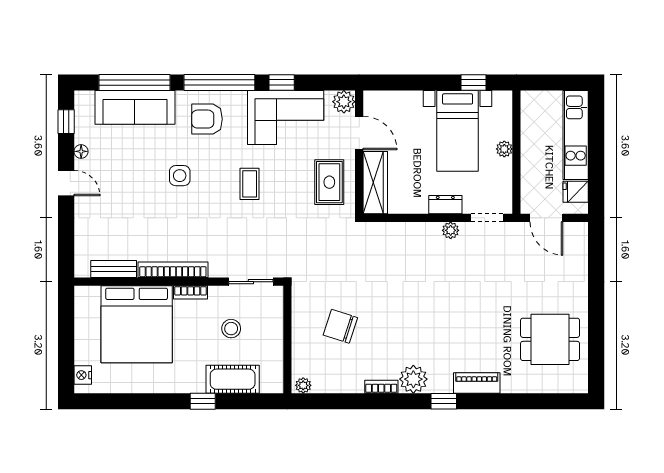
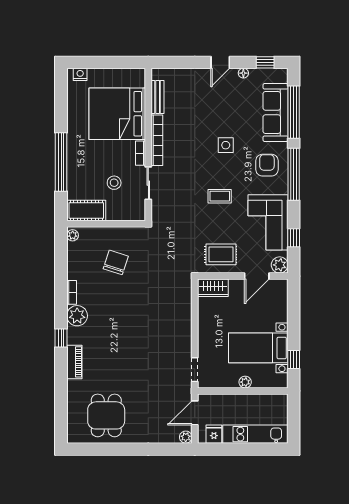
window: (282, 82) -> (294, 238), moved
wardrobe: (375, 183) -> (213, 288), width x0.67
dresser: (445, 205) -> (204, 339), removed
plant: (451, 230) -> (186, 437), moved
sliding door: (251, 282) -> (148, 183), moved
cot: (233, 379) -> (86, 210), moved, turned 90
window: (203, 401) -> (61, 162), width x3.17

